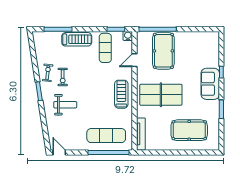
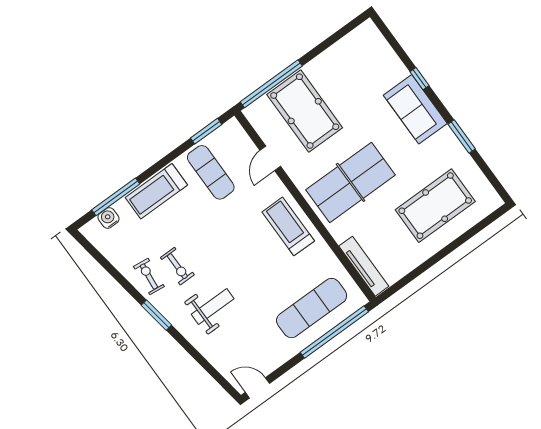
water cooler: (128, 36) -> (109, 218), moved
treadmill: (77, 39) -> (156, 191), turned 180

